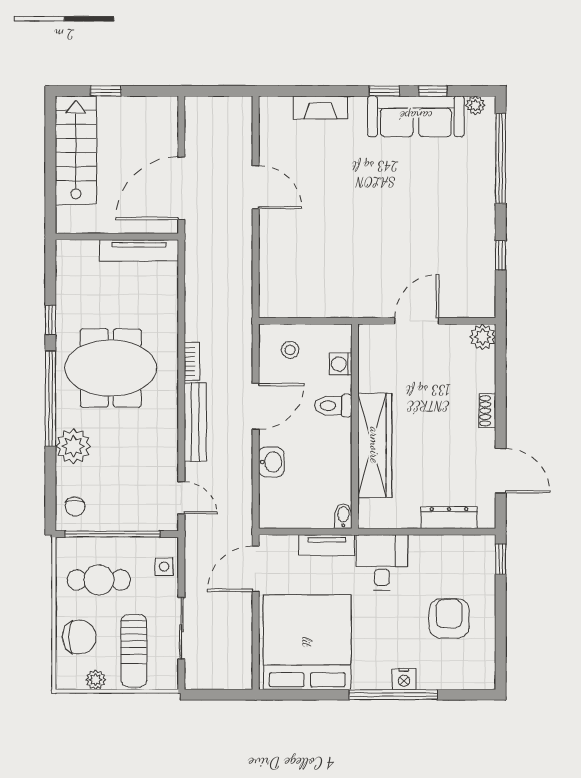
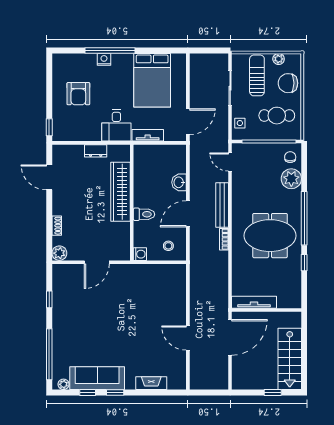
washing machine: (341, 364) -> (140, 254), moved
shoe rack: (487, 411) -> (57, 226), moved
plant: (73, 446) -> (291, 179), moved
bidet: (343, 516) -> (138, 152), removed
dresser: (449, 518) -> (96, 151), moved, width x0.70
bed: (307, 642) -> (152, 80), width x0.73

